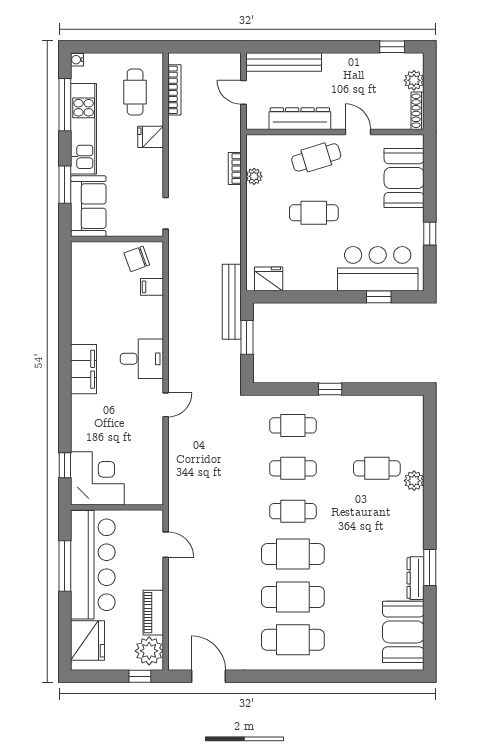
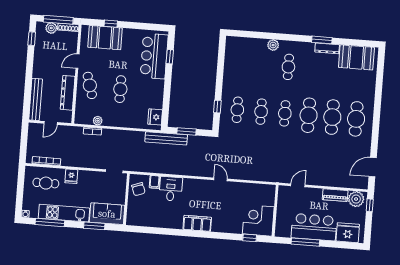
window: (430, 92) -> (58, 20), added
window: (430, 234) -> (111, 24), moved
desk: (142, 359) -> (171, 189), moved
window: (330, 389) -> (217, 107), moved
cafe table: (377, 468) -> (288, 67), moved
bar counter: (93, 565) -> (314, 227), width x0.73

